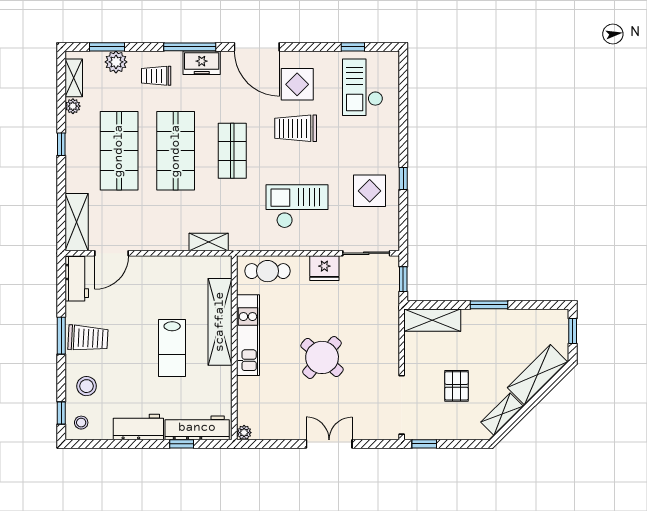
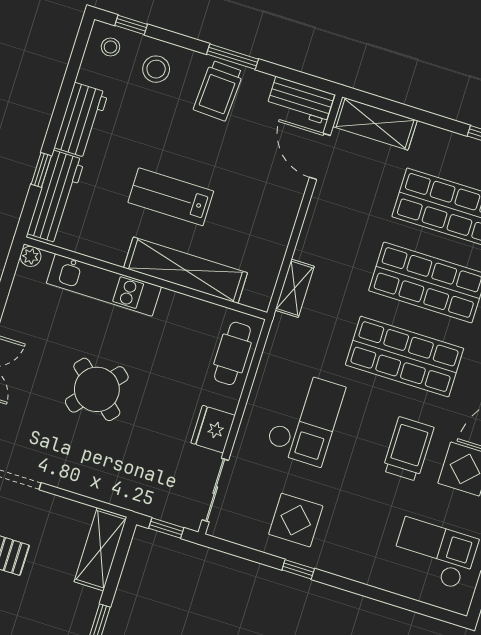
shop shelf: (232, 151) -> (405, 357), width x1.43, depth x1.36
kitchen unit: (248, 335) -> (104, 285), moved

